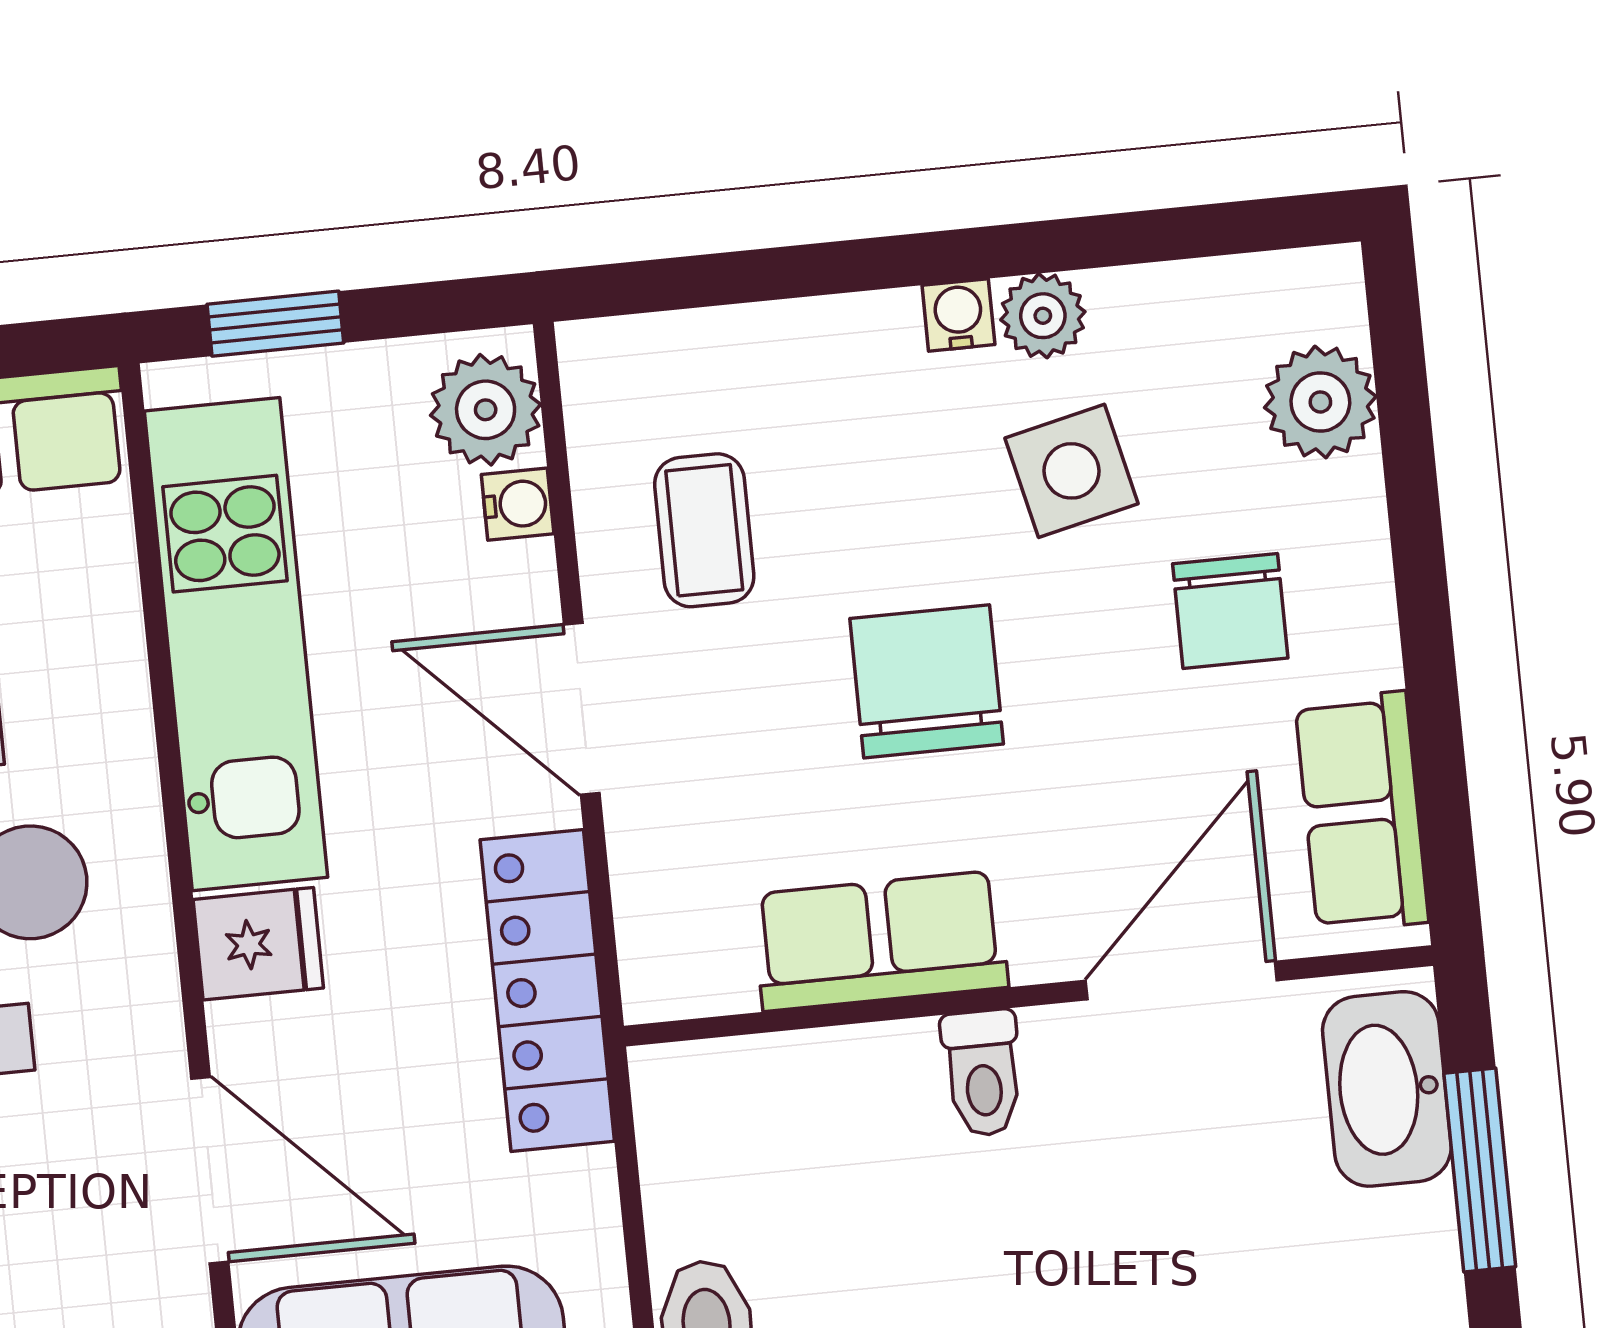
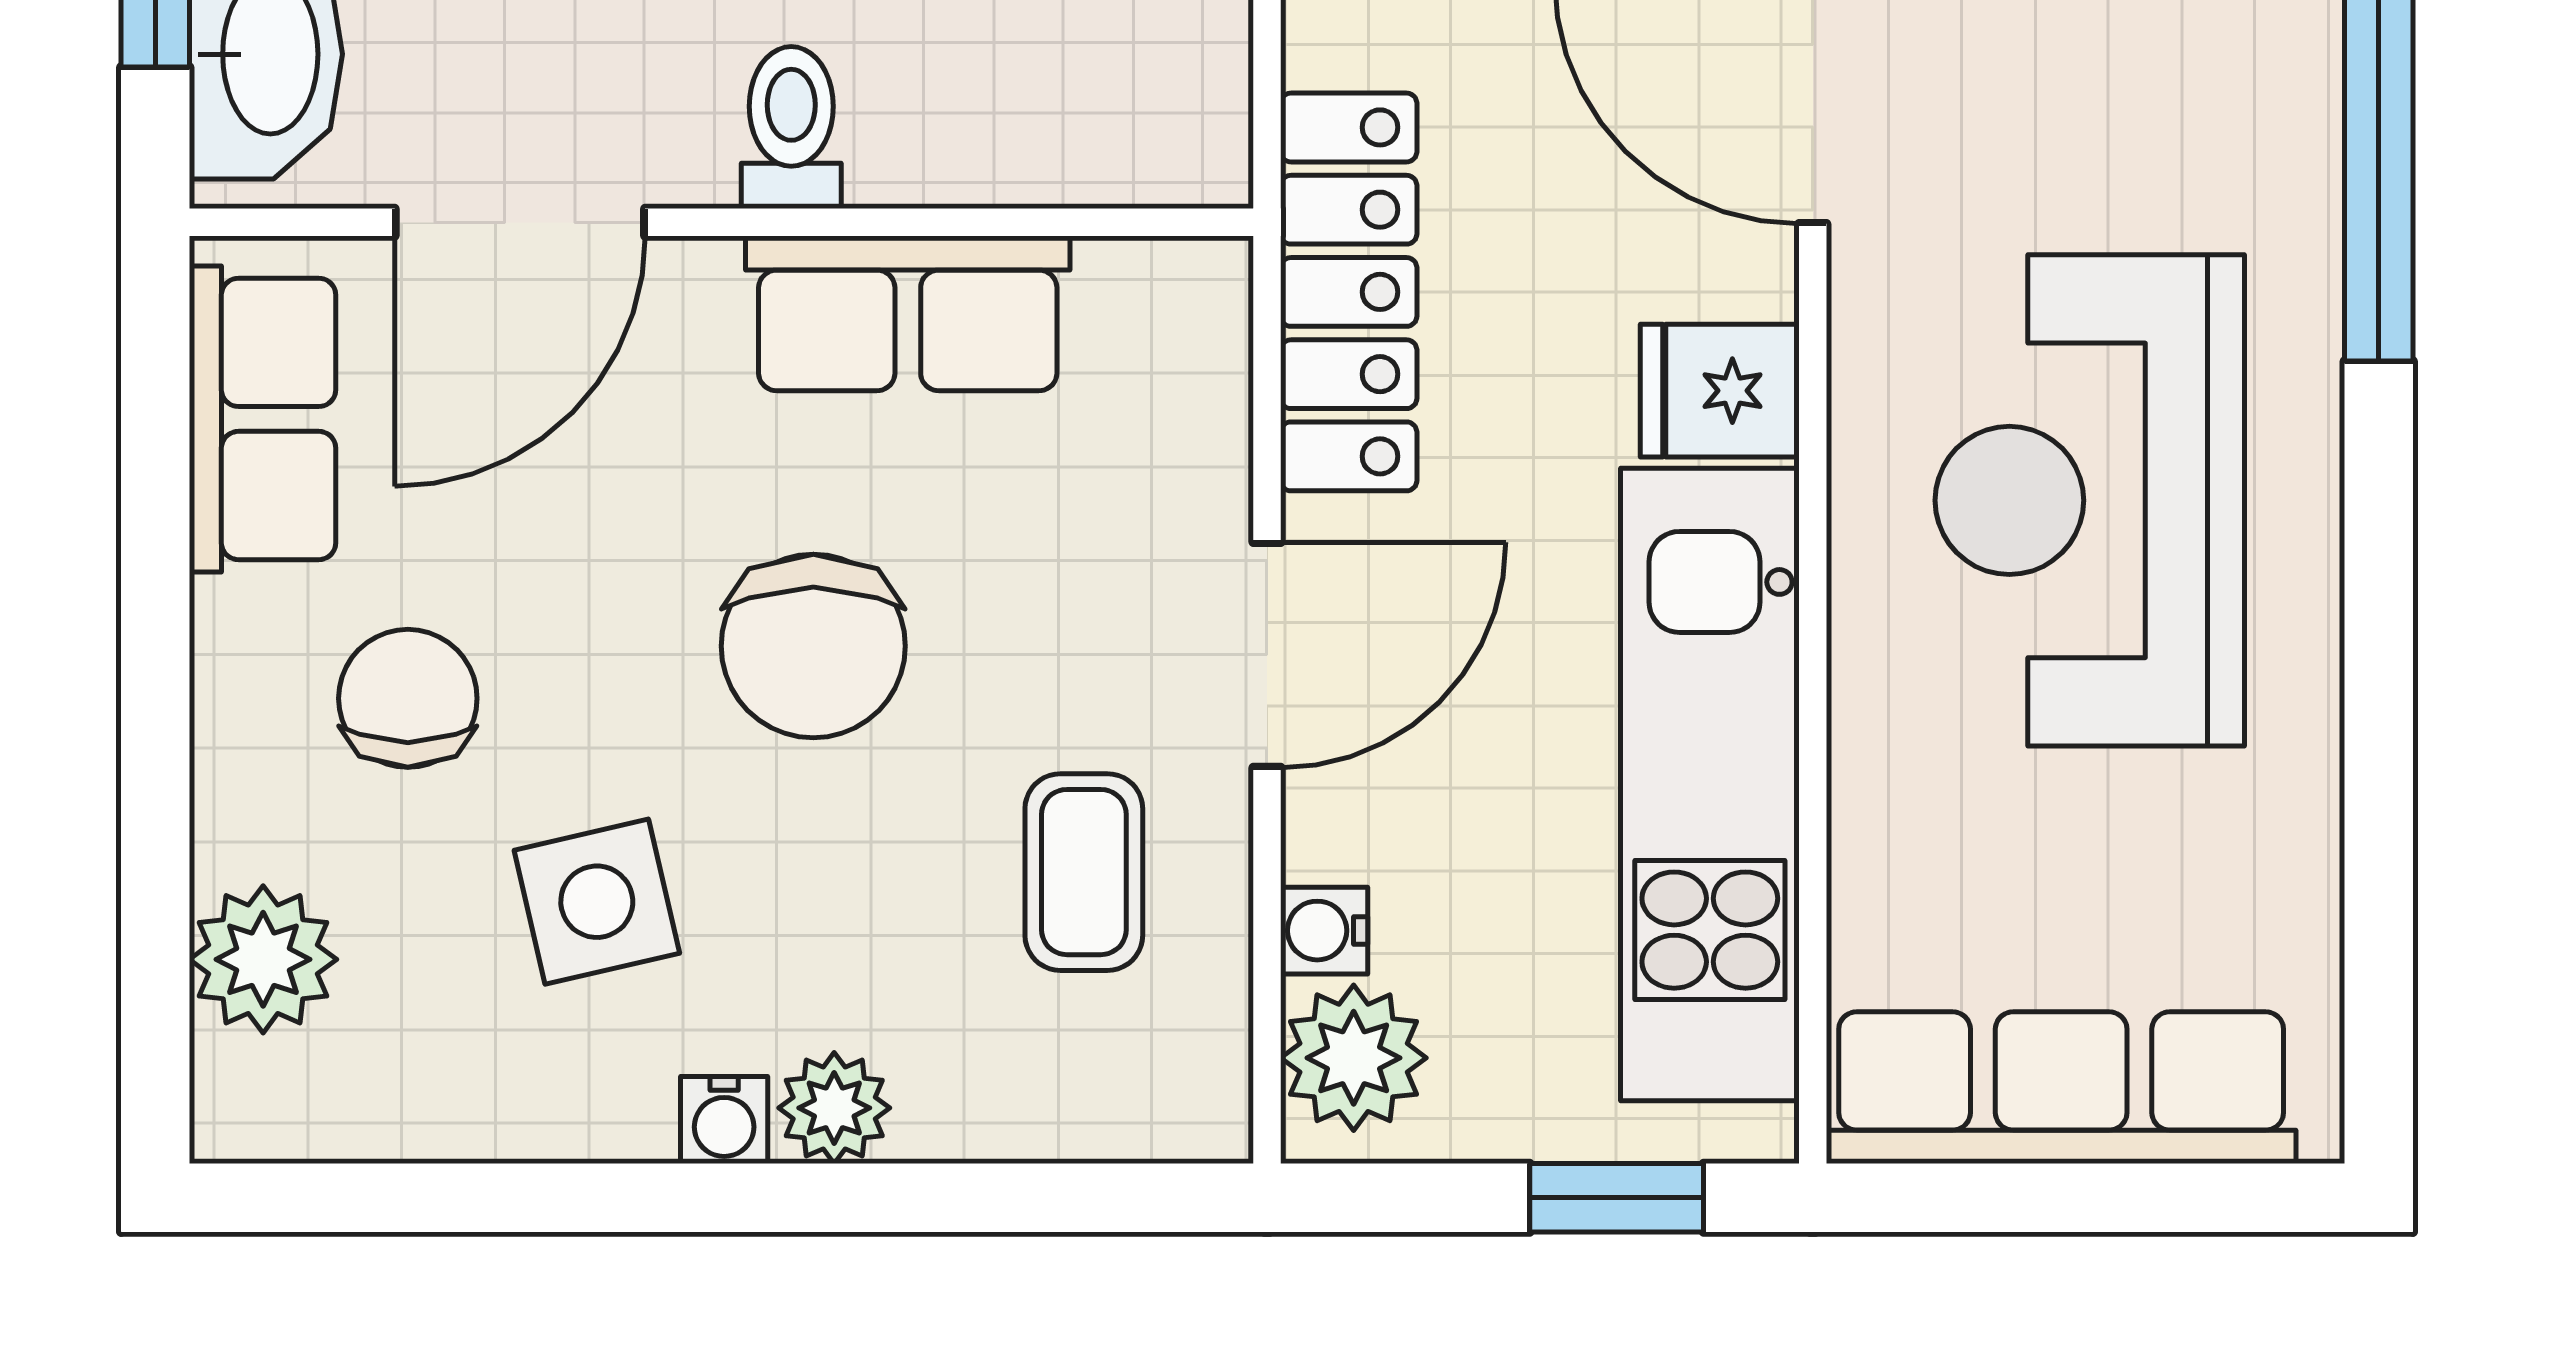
plant: (1043, 316) -> (834, 1108), moved
door: (582, 709) -> (1267, 655), hinge flipped

